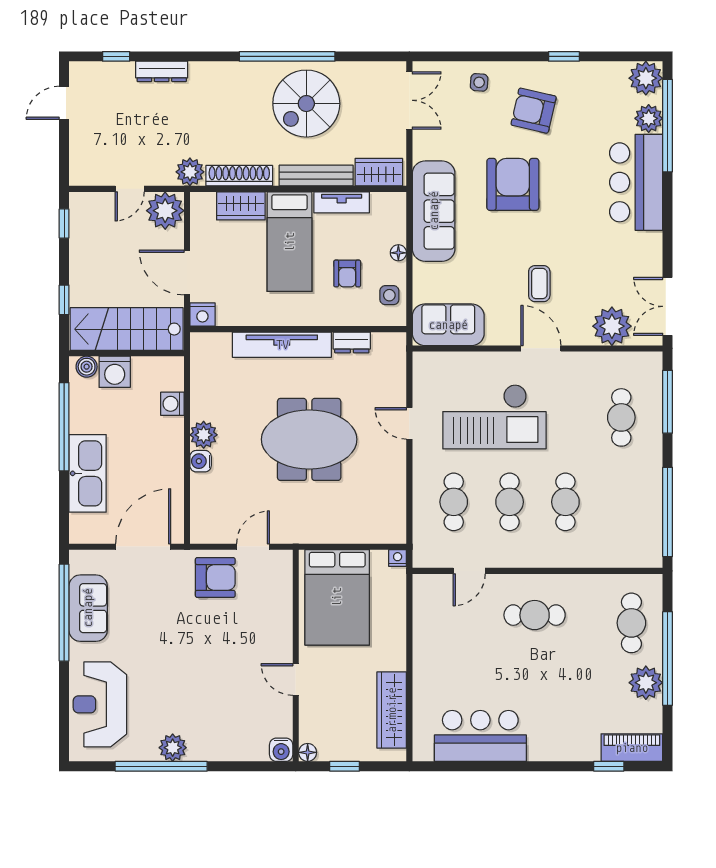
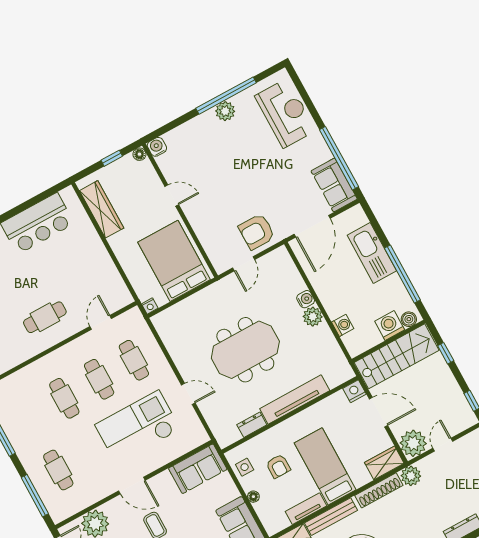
wardrobe: (241, 206) -> (384, 463), moved
armchair: (347, 273) -> (278, 466), turned 180
sofa: (88, 608) -> (334, 185), moved

